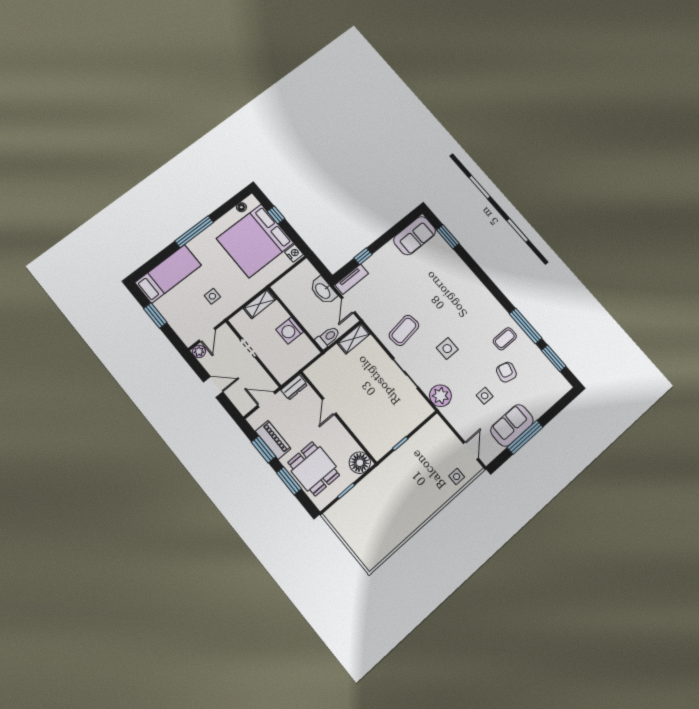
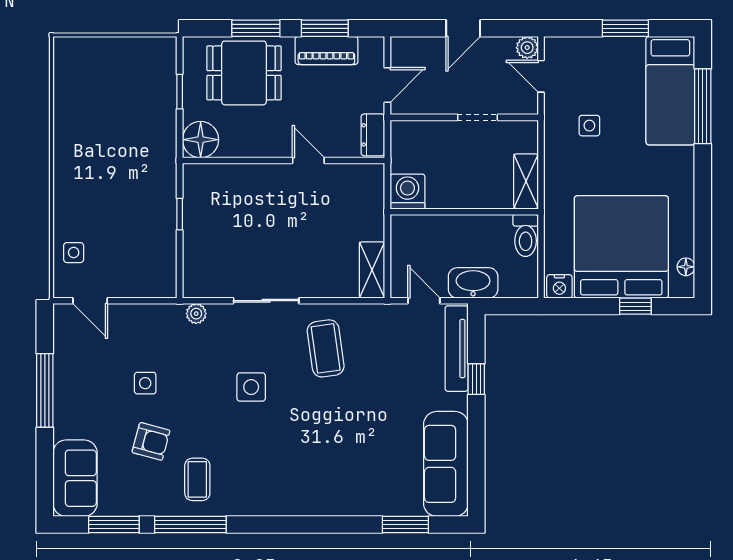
window: (194, 232) -> (703, 106), moved
sofa: (415, 236) -> (446, 464), width x1.36
tv unit: (352, 279) -> (457, 349), width x1.41
washing machine: (290, 331) -> (407, 192), moved
toilet: (328, 338) -> (526, 235), moved
plant: (440, 396) -> (196, 314), width x0.53, depth x0.53
sofa: (512, 425) -> (75, 478), moved

